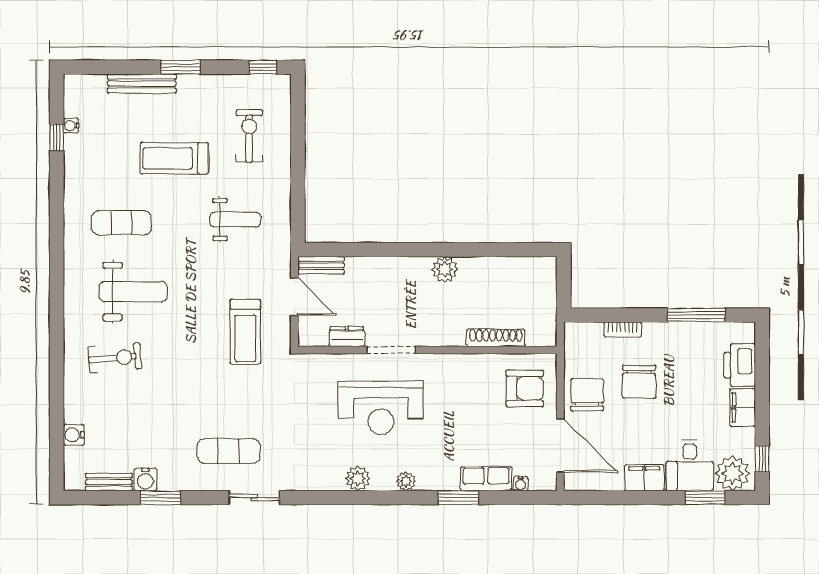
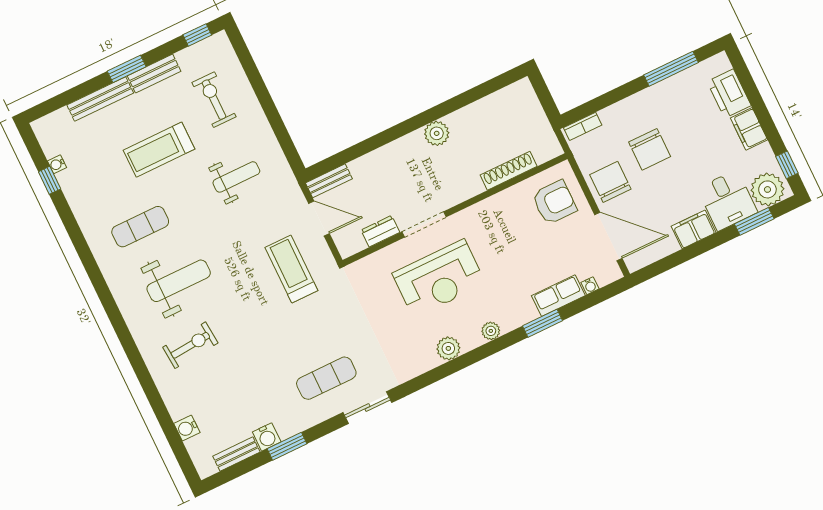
bench: (204, 84) -> (154, 74), added
bookcase: (623, 329) -> (583, 126), moved
treadmill: (245, 332) -> (291, 269), turned 180

